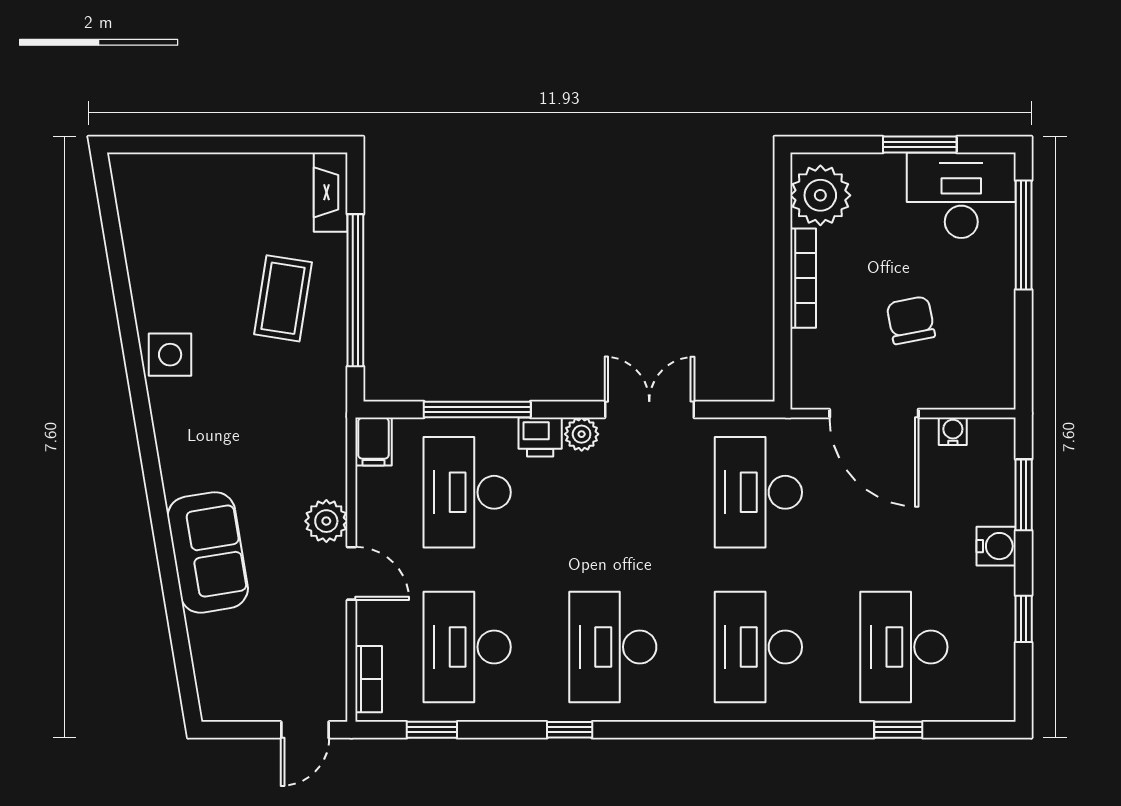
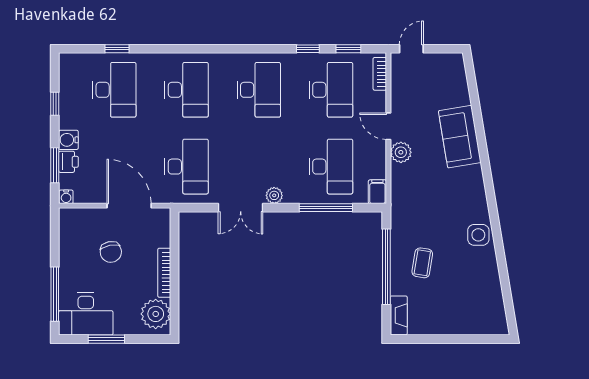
coffee table: (283, 298) -> (422, 263), width x0.73, depth x0.77
water cooler: (953, 431) -> (66, 197), moved
printer: (540, 437) -> (68, 162), moved, turned 90
window: (570, 730) -> (308, 49), moved

